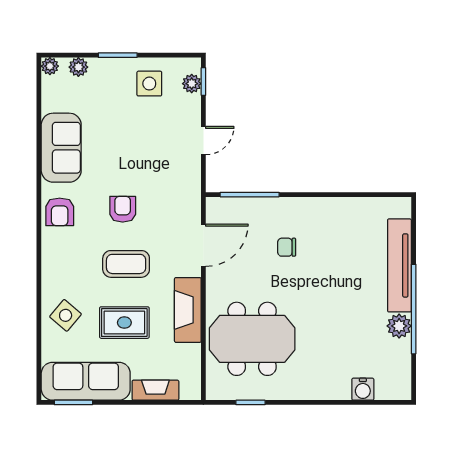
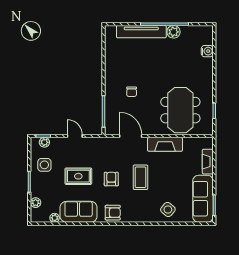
plant: (50, 66) -> (55, 218), moved
armchair: (123, 209) -> (111, 179), turned 90
rug: (124, 323) -> (78, 176), moved, turned 90

